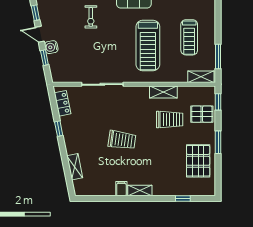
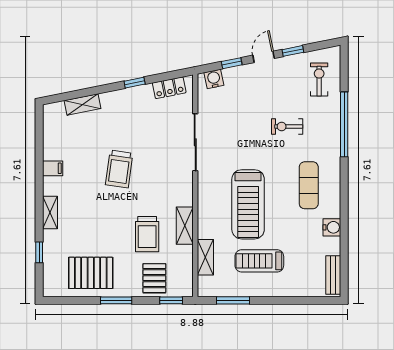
treadmill: (148, 46) -> (248, 204), turned -90
water cooler: (51, 47) -> (214, 79), moved
shelving: (201, 77) -> (205, 257), moved
shelving: (140, 191) -> (50, 213), moved

